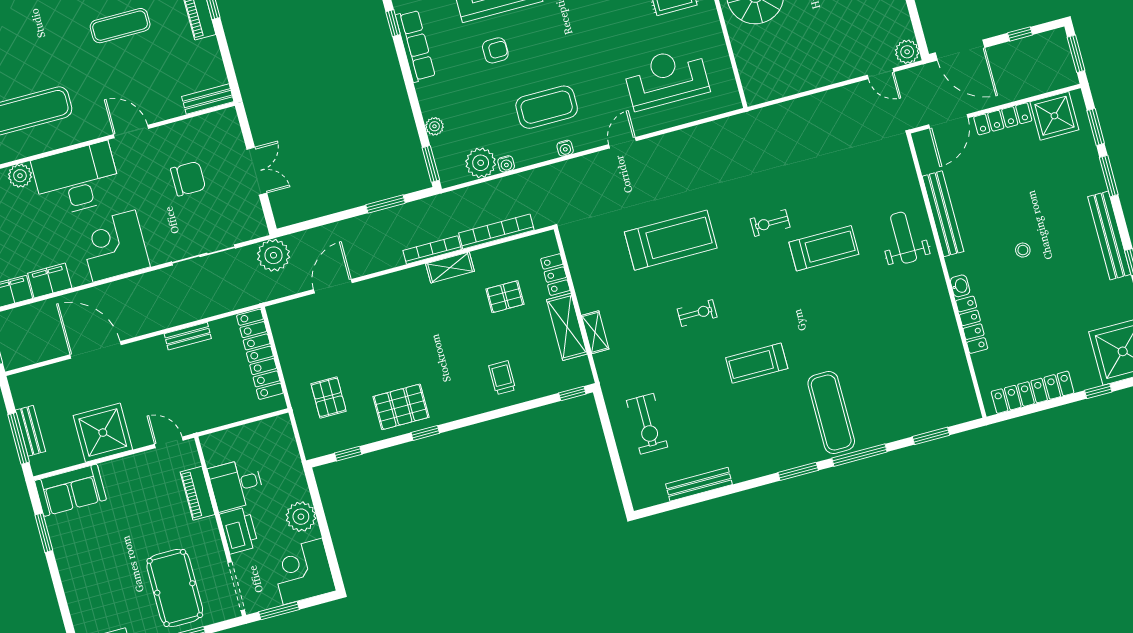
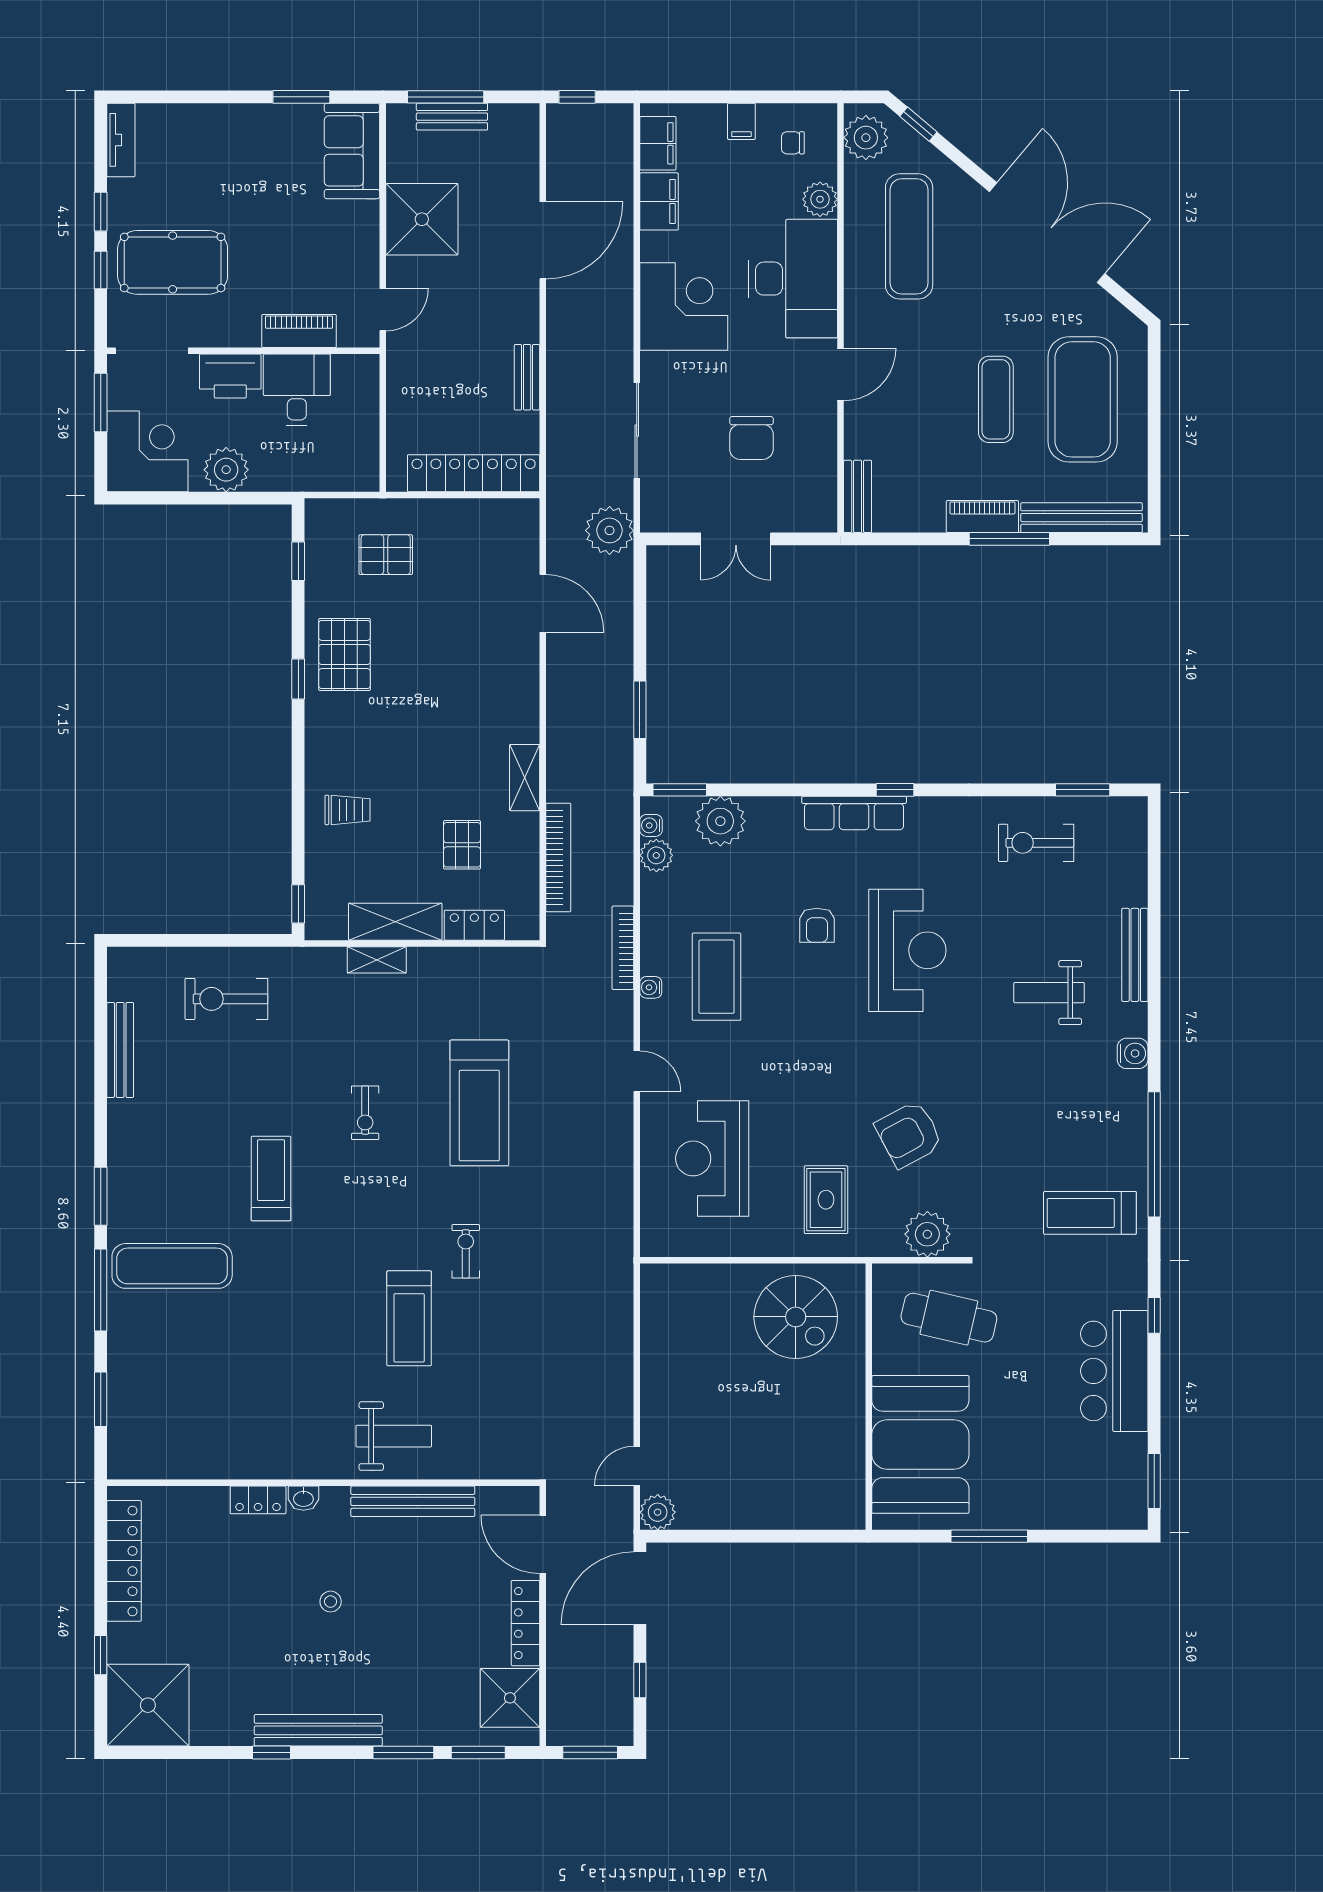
reception desk: (666, 78) -> (712, 1158), turned 180
plant: (434, 126) -> (720, 821), width x1.88, depth x1.88
plant: (481, 163) -> (656, 855), width x0.73, depth x0.73
water cooler: (506, 164) -> (651, 825), moved
bookcase: (432, 250) -> (623, 948), moved, turned 180
locker: (972, 325) -> (258, 1500), width x0.66

